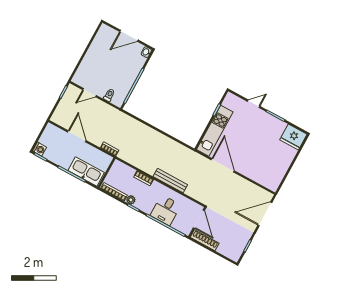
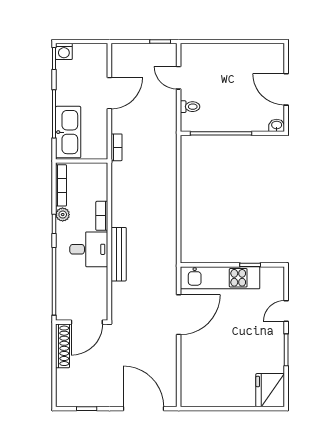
door: (254, 104) -> (286, 311), swing flipped
desk: (166, 210) -> (89, 249), moved, turned 180

